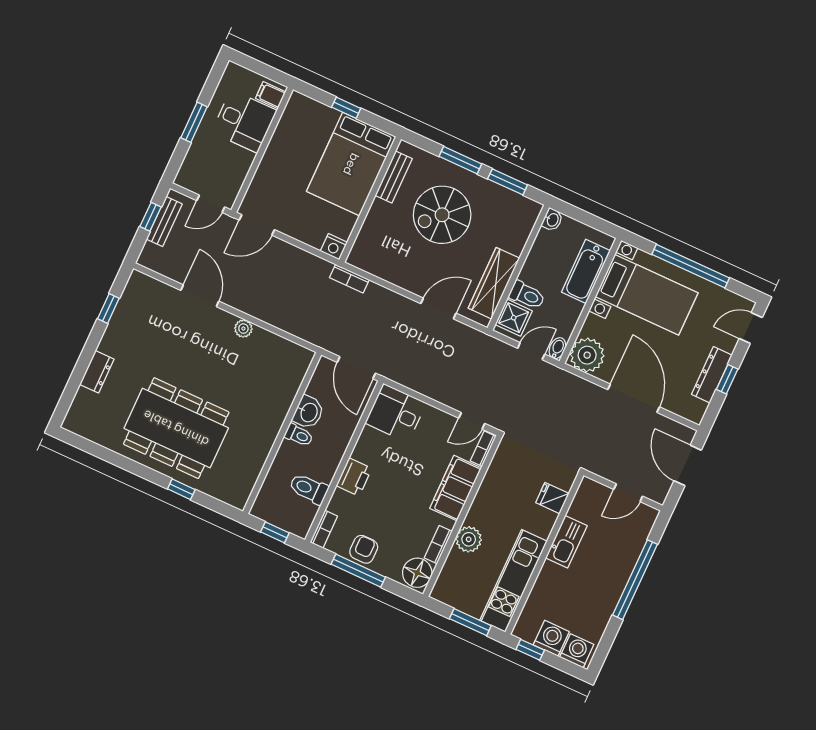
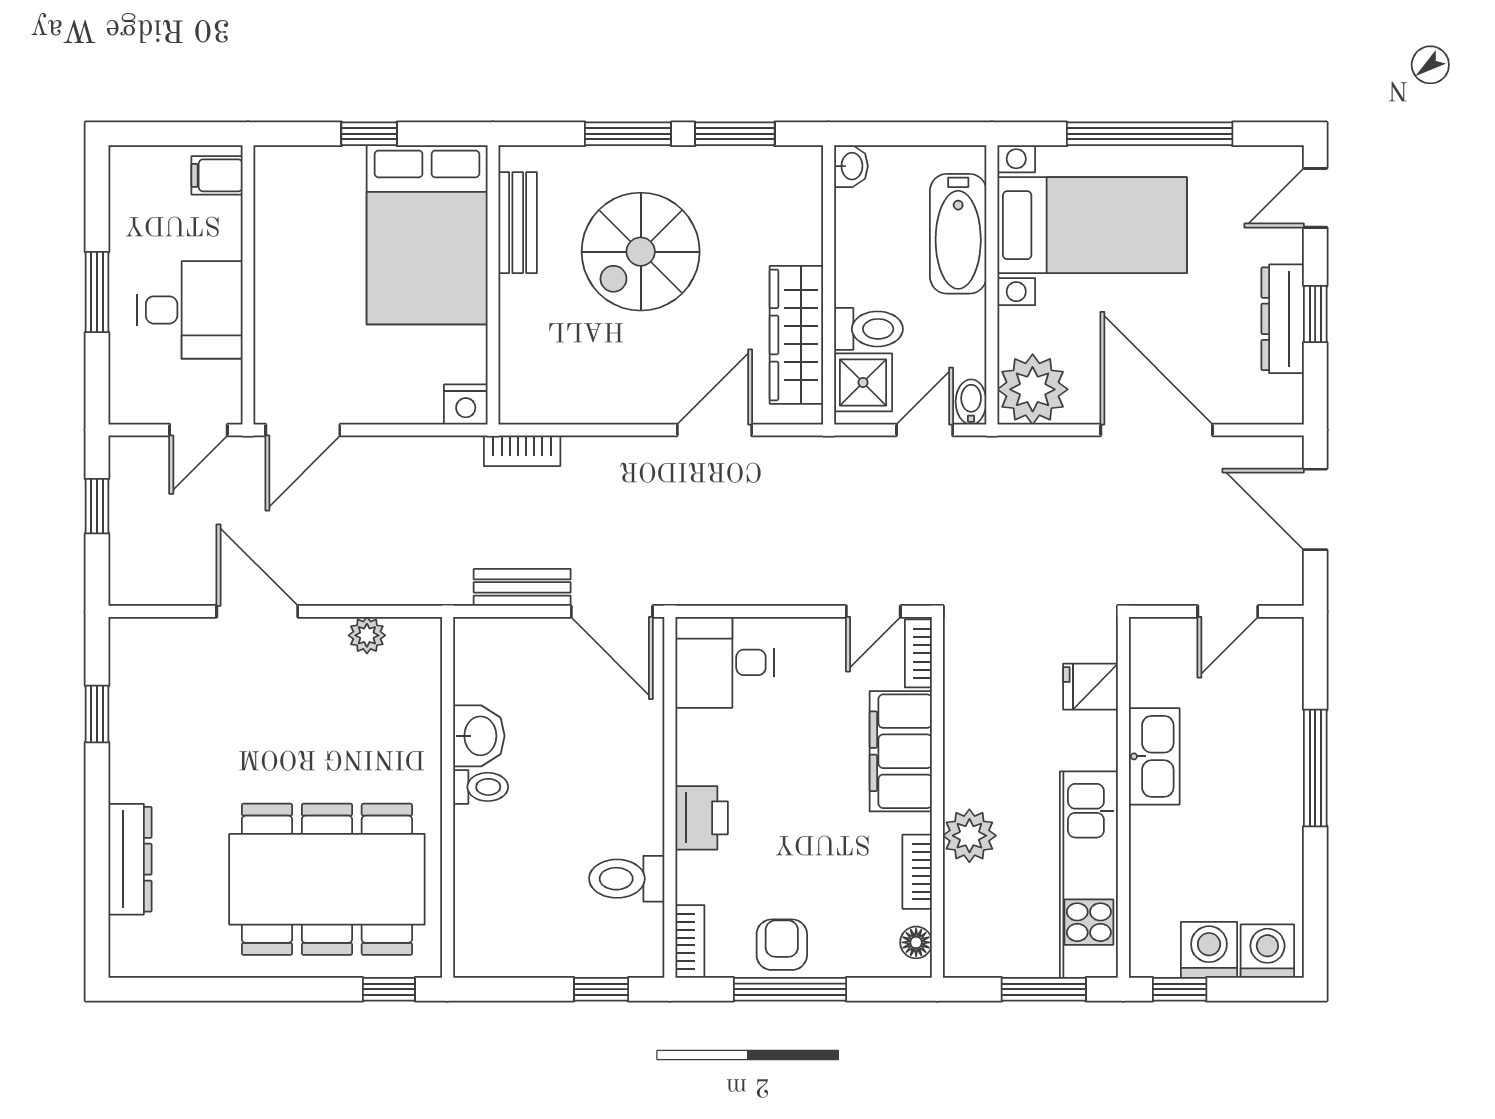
desk: (244, 121) -> (190, 310), moved
bench: (164, 222) -> (522, 587), moved, turned 90
dresser: (97, 372) -> (130, 859), width x1.44
washbasin: (308, 412) -> (479, 736), moved
wall: (282, 433) -> (448, 797), moved
toilet: (299, 435) -> (481, 787), moved
floor lamp: (417, 573) -> (916, 942), width x0.53, depth x0.53
window: (635, 580) -> (1315, 768), width x0.68

